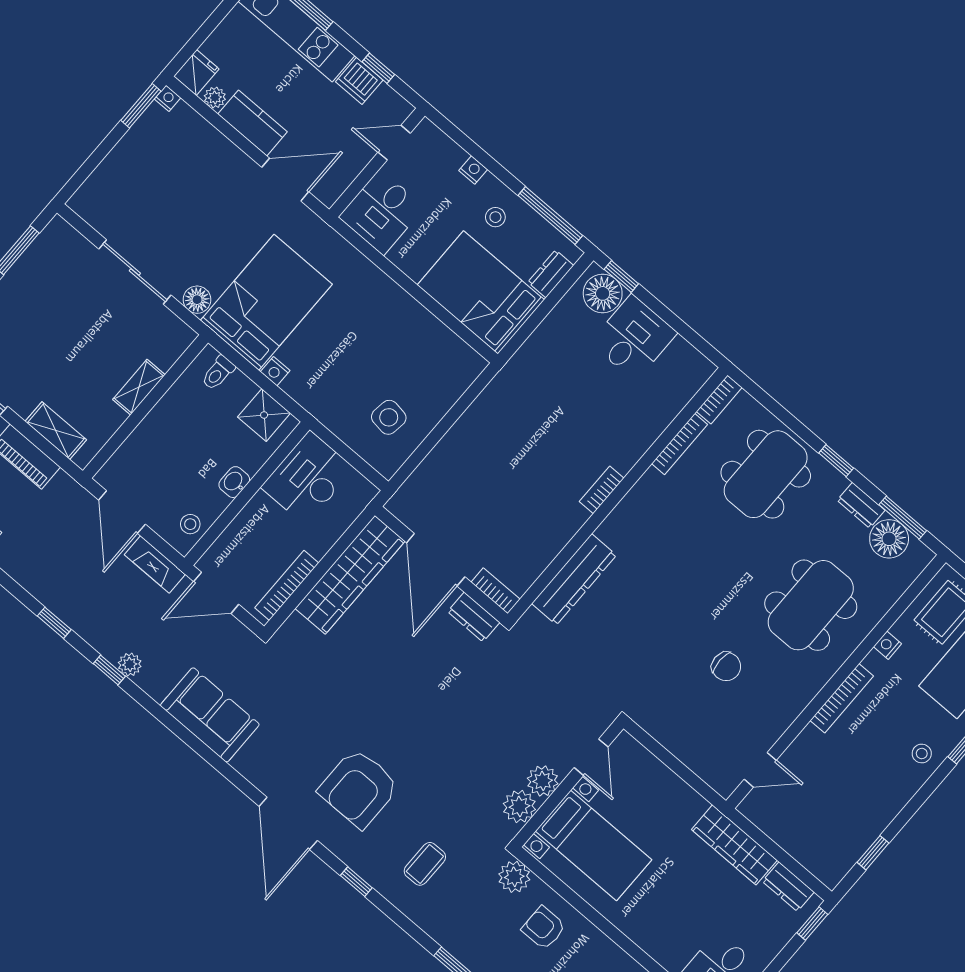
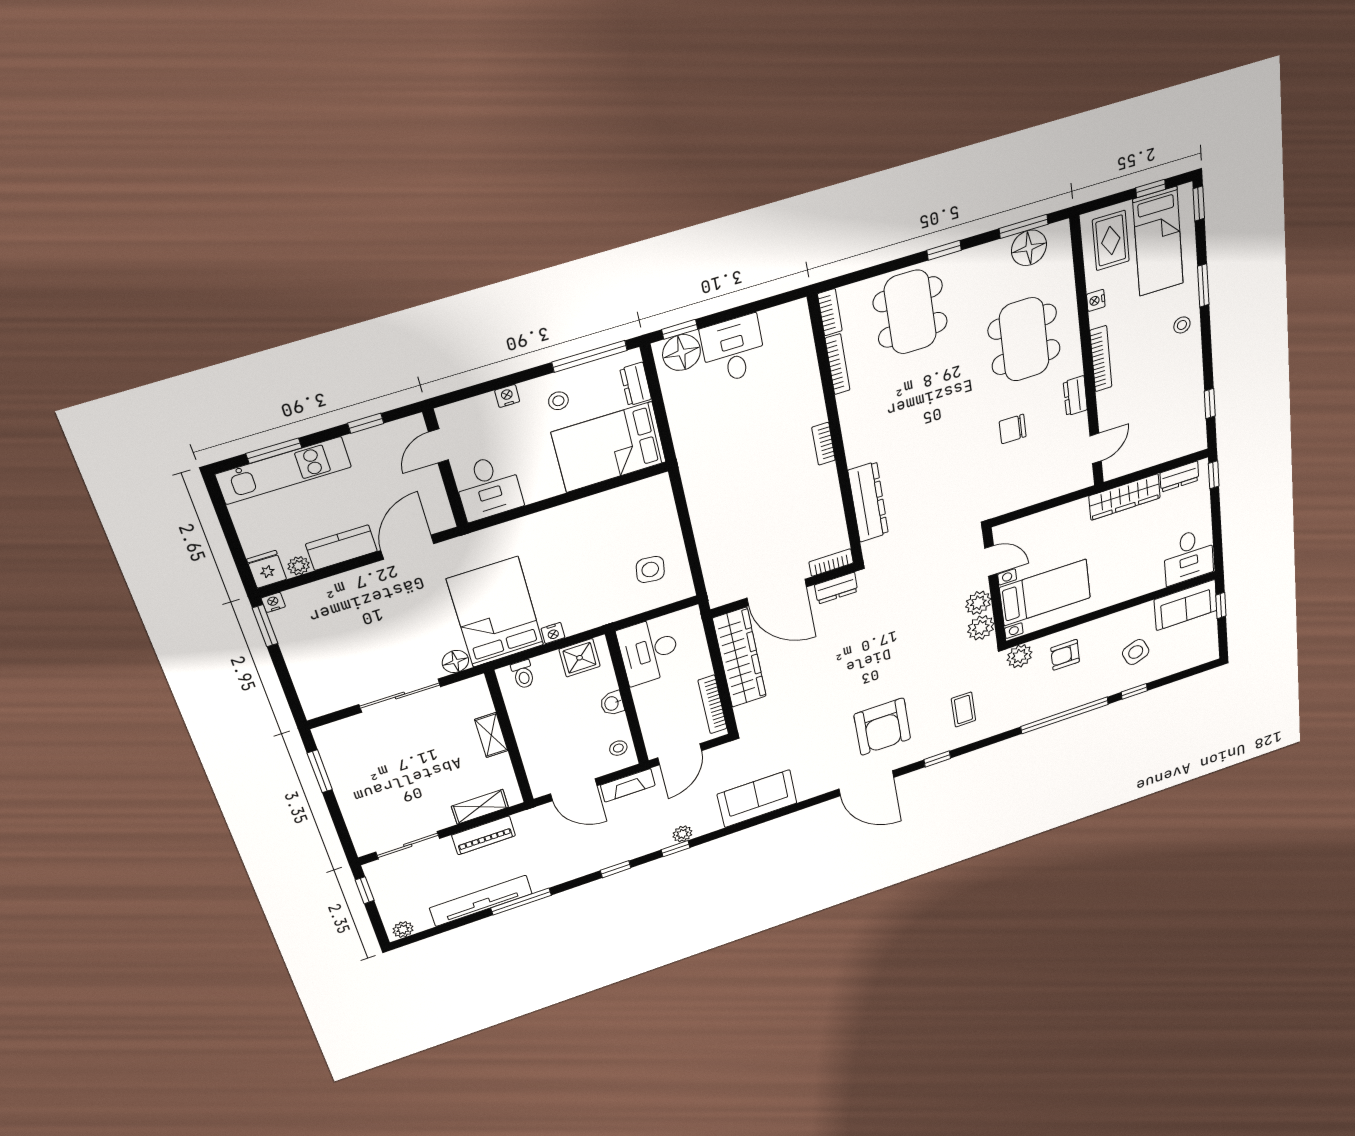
dishwasher: (359, 81) -> (366, 445), removed
dresser: (861, 505) -> (1075, 396), moved, turned 90
chair: (726, 666) -> (1013, 429), turned 180

